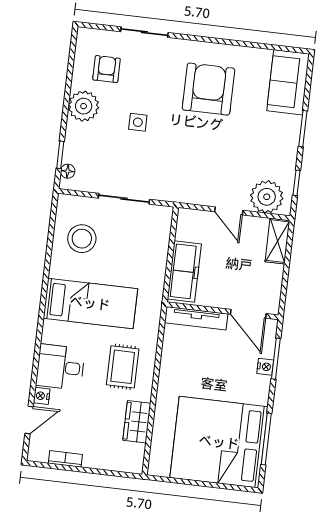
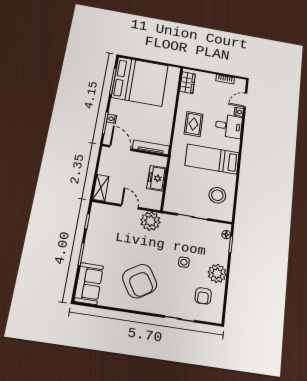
armchair: (208, 89) -> (140, 281), turned -32
plant: (267, 197) -> (150, 221), moved
freezer: (184, 271) -> (157, 178), width x0.71
wardrobe: (137, 422) -> (187, 83), moved

